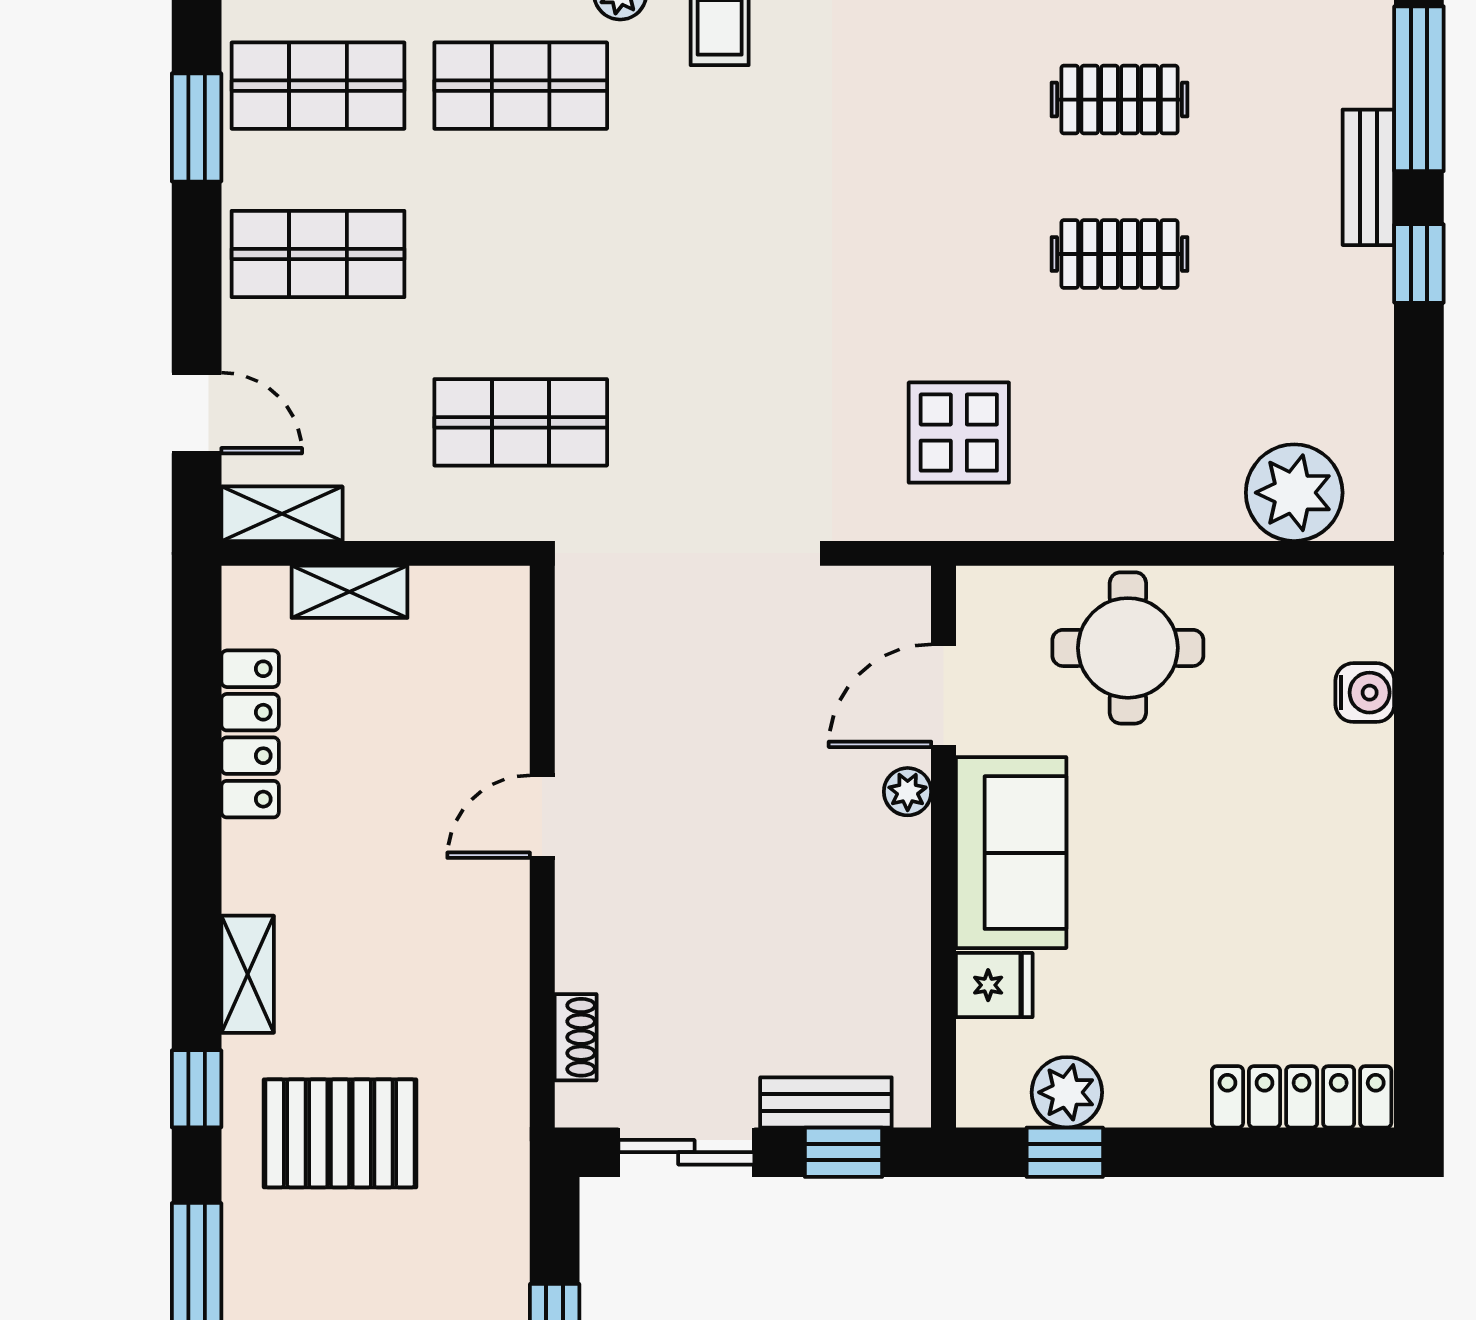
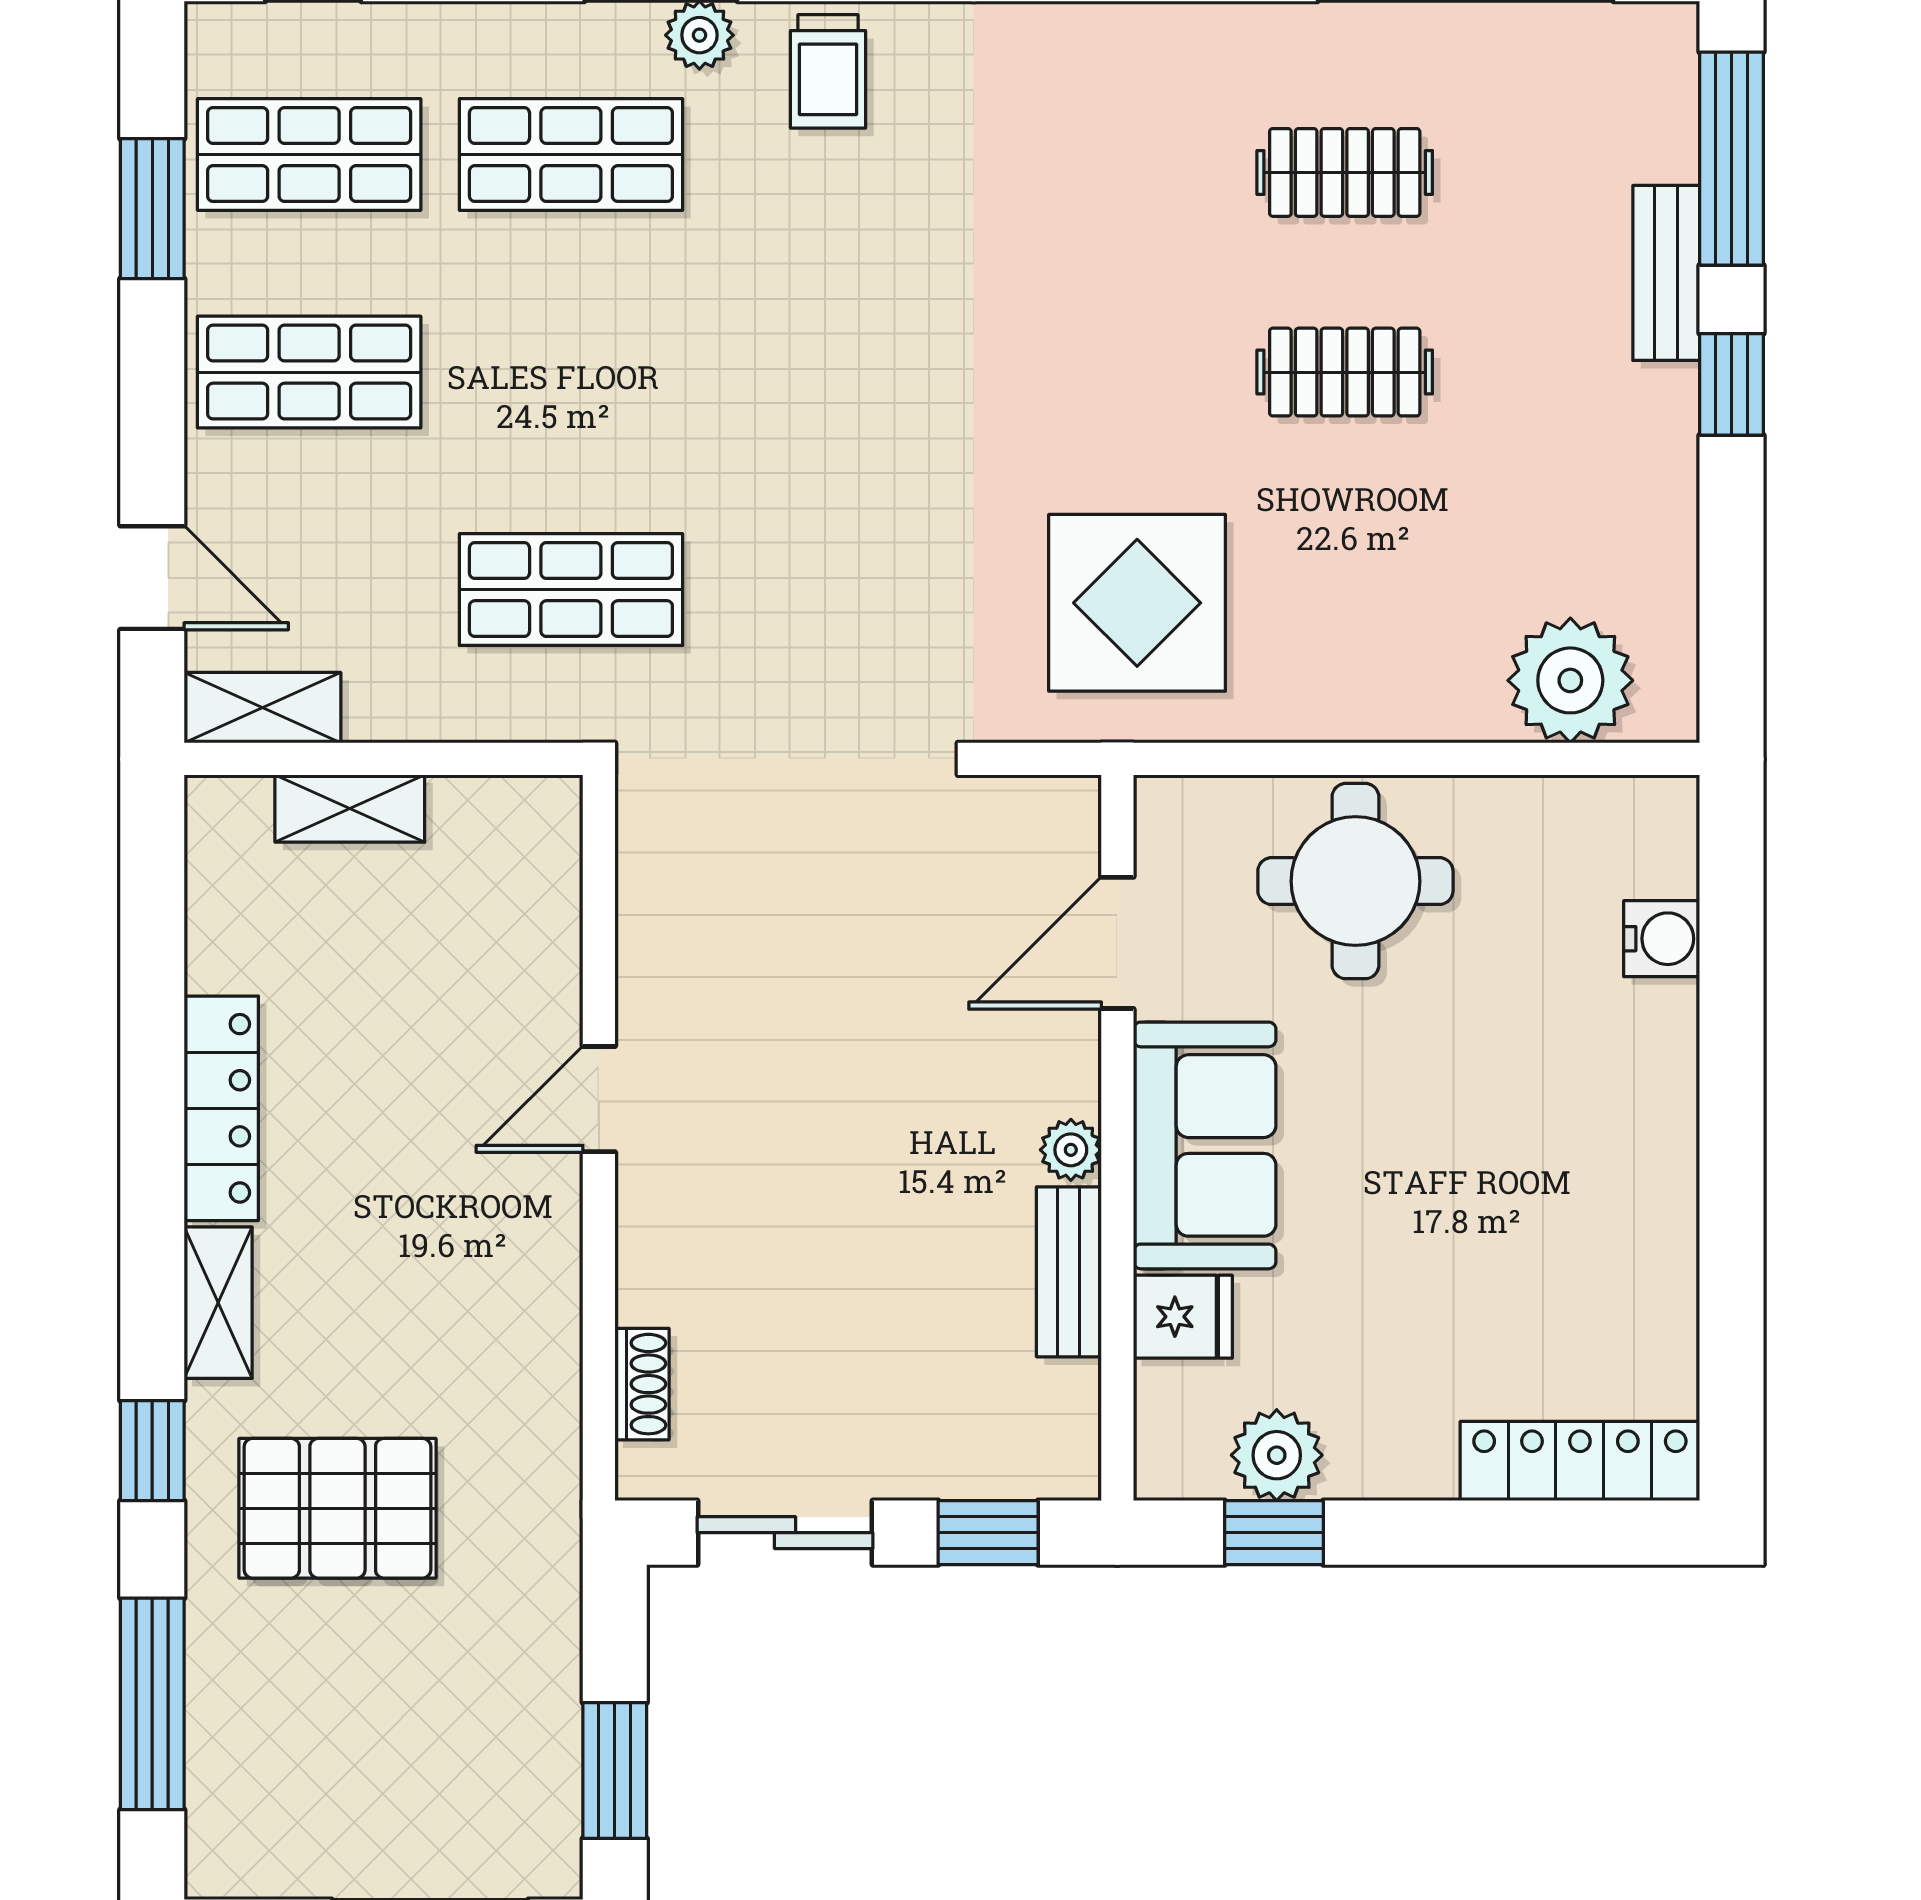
display table: (959, 433) -> (1137, 603), width x1.36, depth x1.36
locker: (250, 734) -> (221, 1108), moved
plant: (908, 792) -> (1071, 1150), moved
bench: (826, 1102) -> (1069, 1272), moved, turned 90

